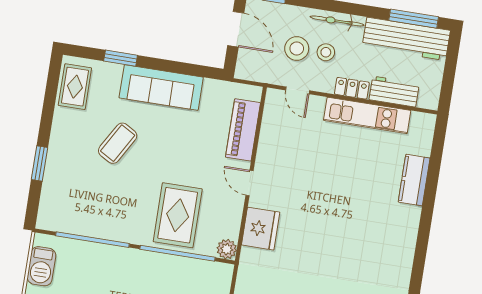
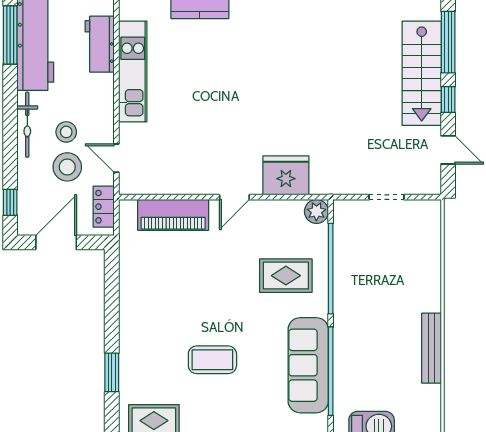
sofa: (161, 88) -> (308, 365), moved, turned 180
locker: (352, 88) -> (104, 207), moved
door: (298, 90) -> (116, 158), swing flipped
coffee table: (118, 143) -> (212, 360), turned -30
rug: (178, 215) -> (286, 276), width x0.73, depth x0.70

